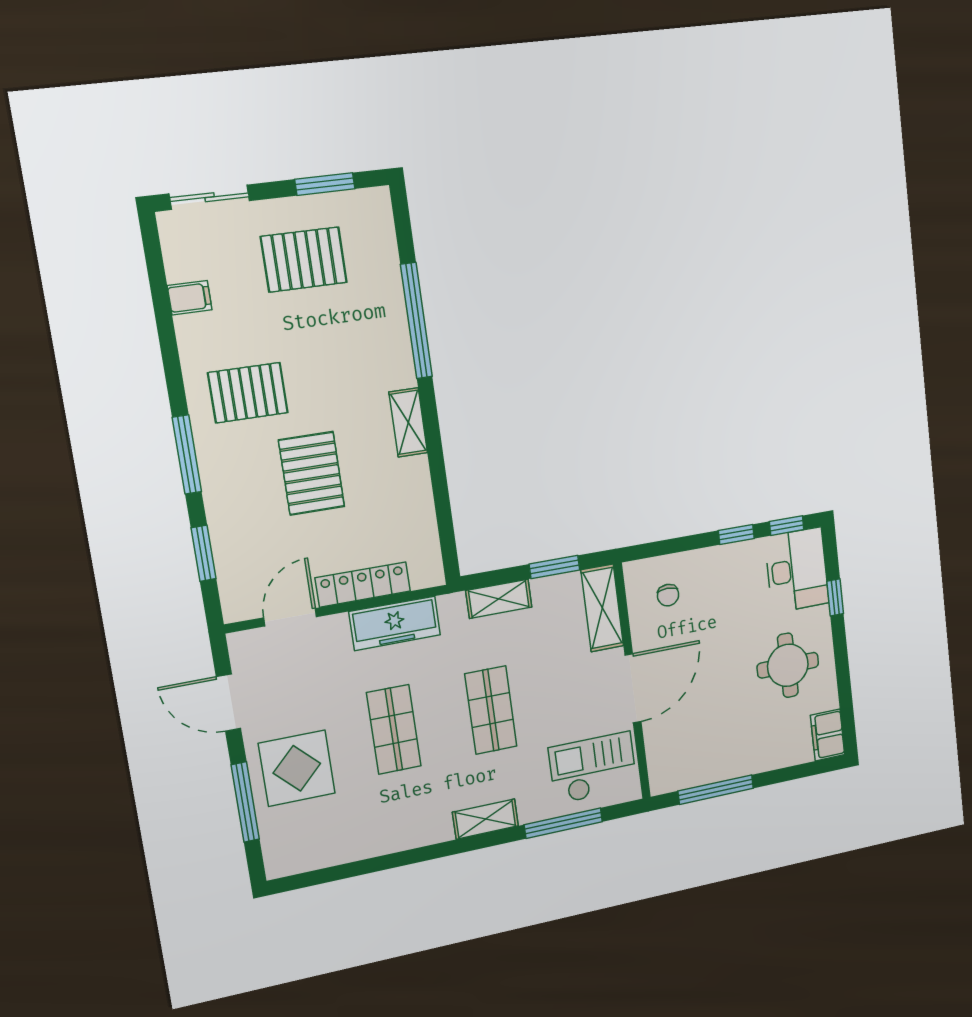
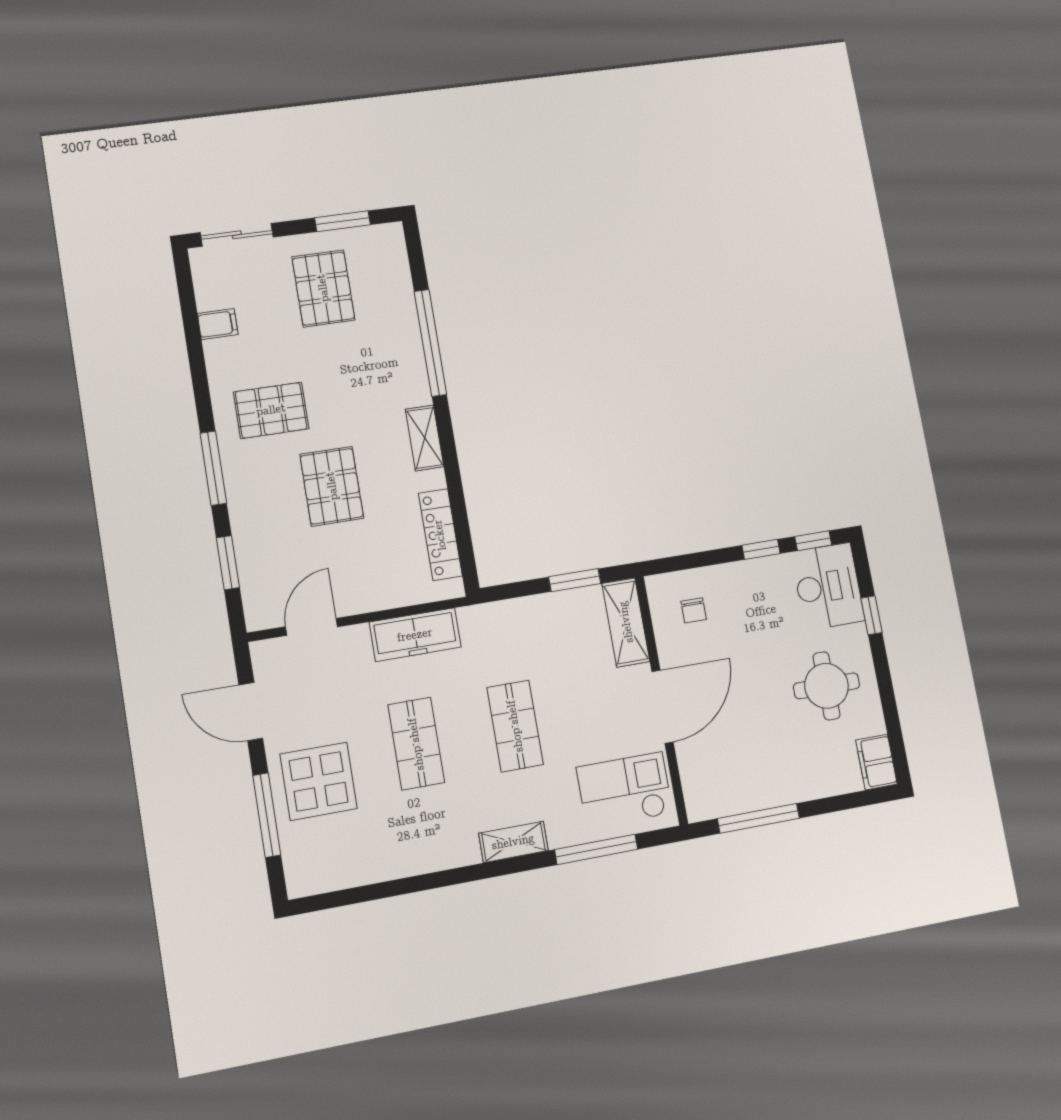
pallet: (304, 260) -> (323, 288), turned 90
locker: (363, 585) -> (440, 535), moved, turned -90
shelving: (499, 599) -> (519, 612), removed

